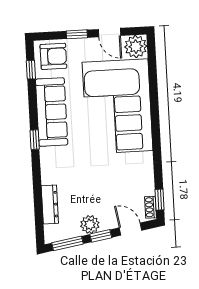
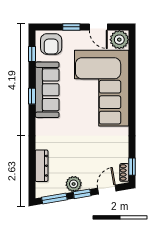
armchair: (53, 56) -> (51, 44), turned 90
window: (35, 140) -> (32, 96), moved
door: (131, 229) -> (107, 190), hinge flipped

